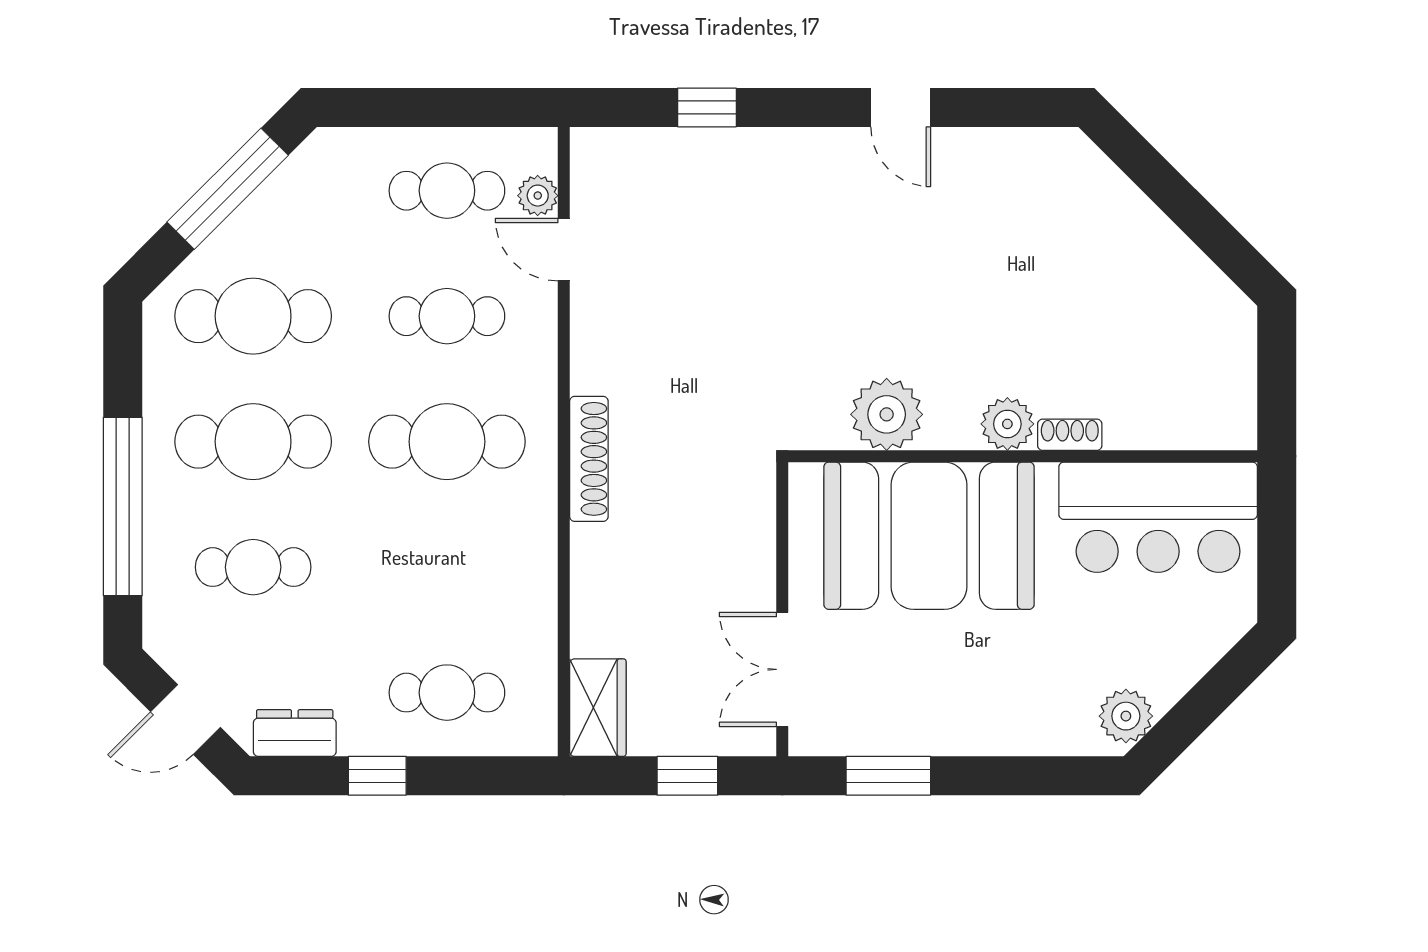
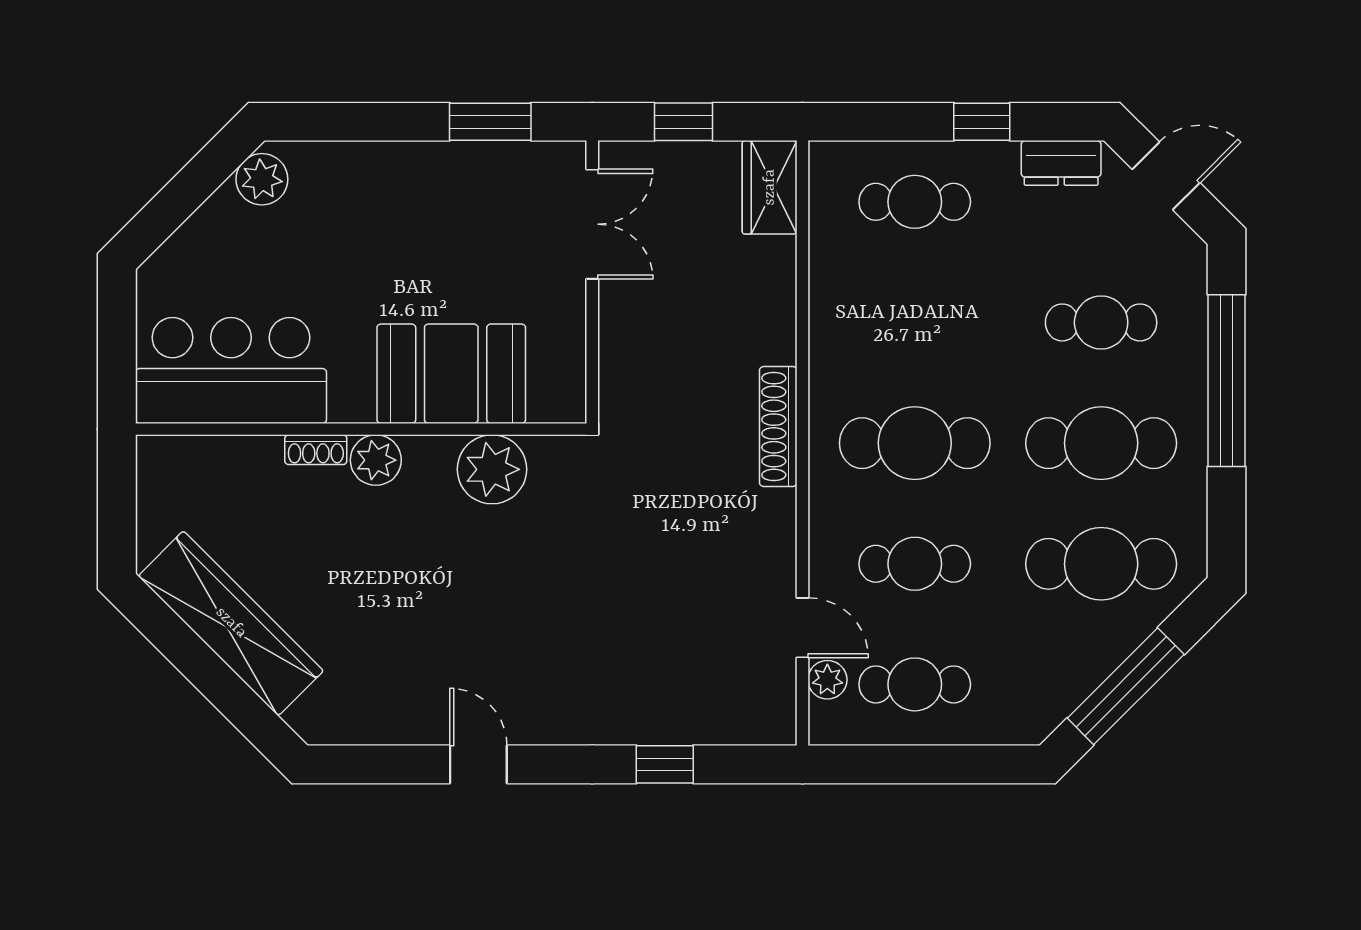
wardrobe: (1158, 254) -> (231, 623), added
booth: (929, 536) -> (451, 374), width x0.73, depth x0.70

